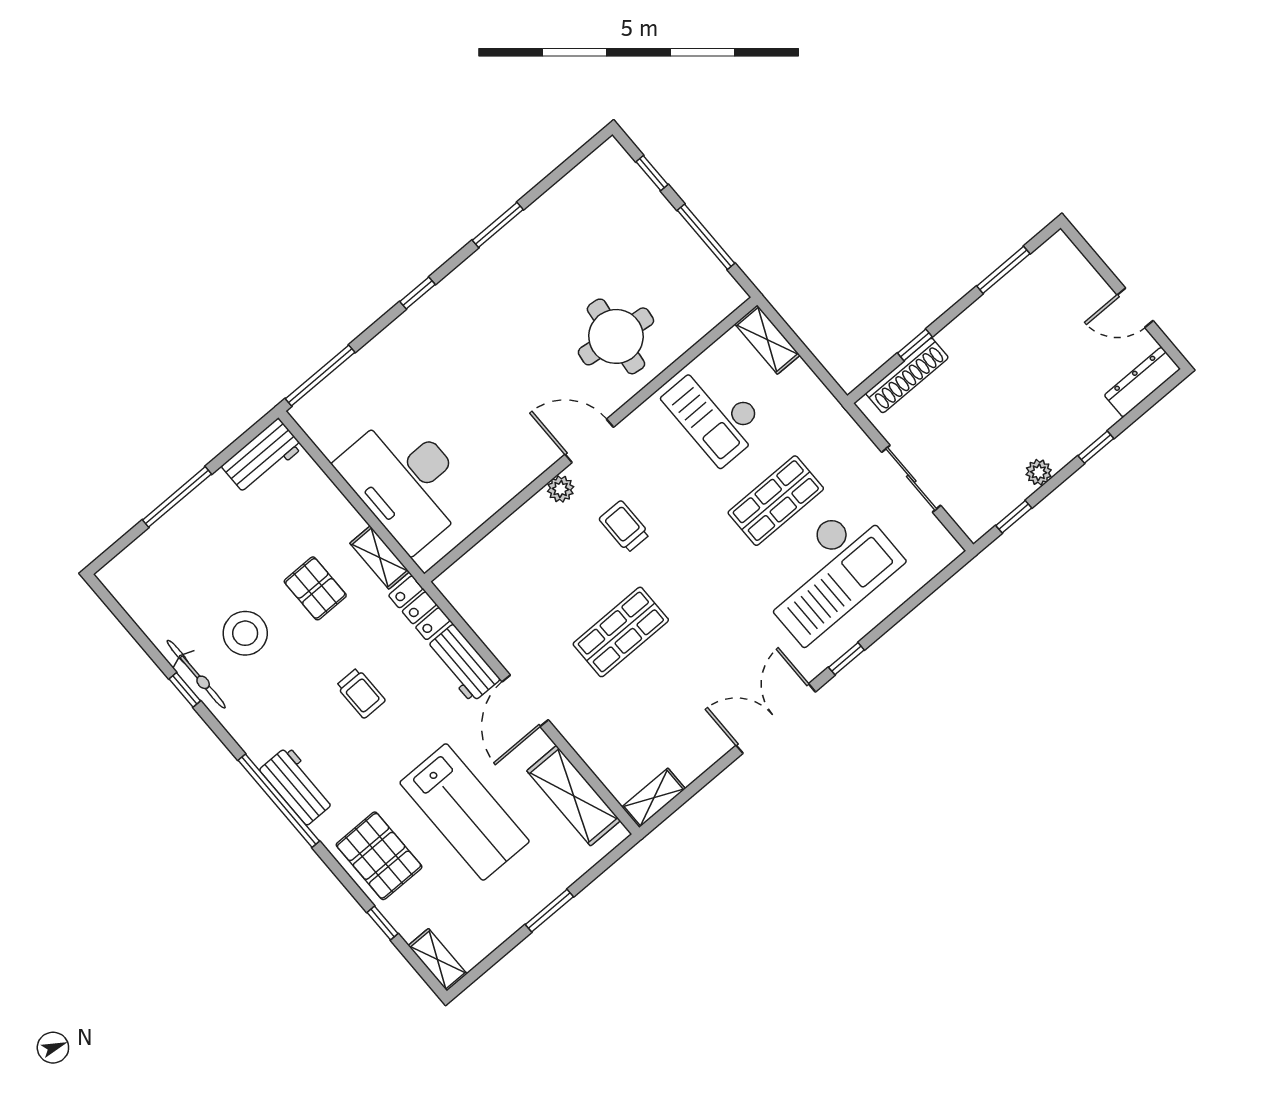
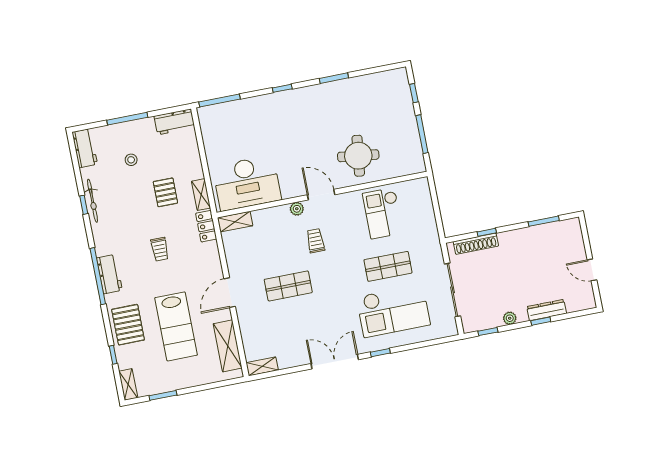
shelving: (767, 340) -> (235, 222), moved, turned 90
dresser: (1142, 382) -> (547, 310), moved
sliding door: (911, 479) -> (452, 290), width x1.37
desk: (406, 481) -> (247, 183), moved, turned -90
stool: (245, 633) -> (131, 160), moved, width x0.53, depth x0.53
workbench: (463, 664) -> (85, 148), moved, turned 180
window: (549, 911) -> (163, 395), moved

